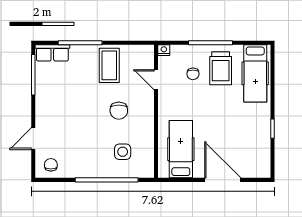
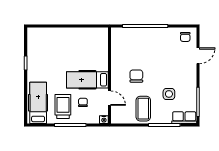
hospital bed: (181, 149) -> (87, 80), moved, turned 90
side table: (123, 152) -> (169, 94), moved
door: (223, 180) -> (61, 26), removed

